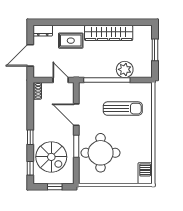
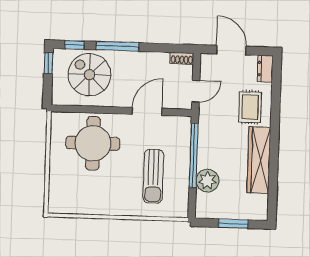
window: (30, 137) -> (118, 46), width x2.17
window: (76, 146) -> (103, 110), removed
spiral stairs: (51, 157) -> (89, 75), turned 90
barbecue: (145, 173) -> (63, 204), removed
window: (55, 187) -> (48, 63), moved

